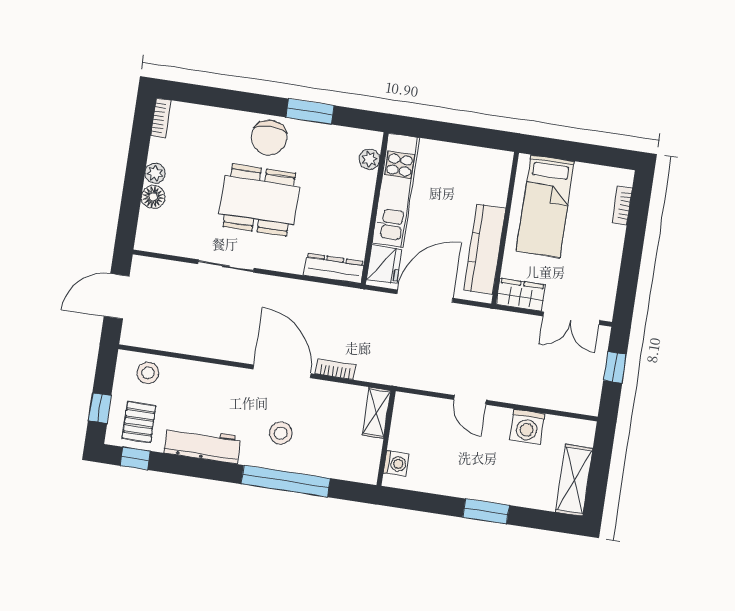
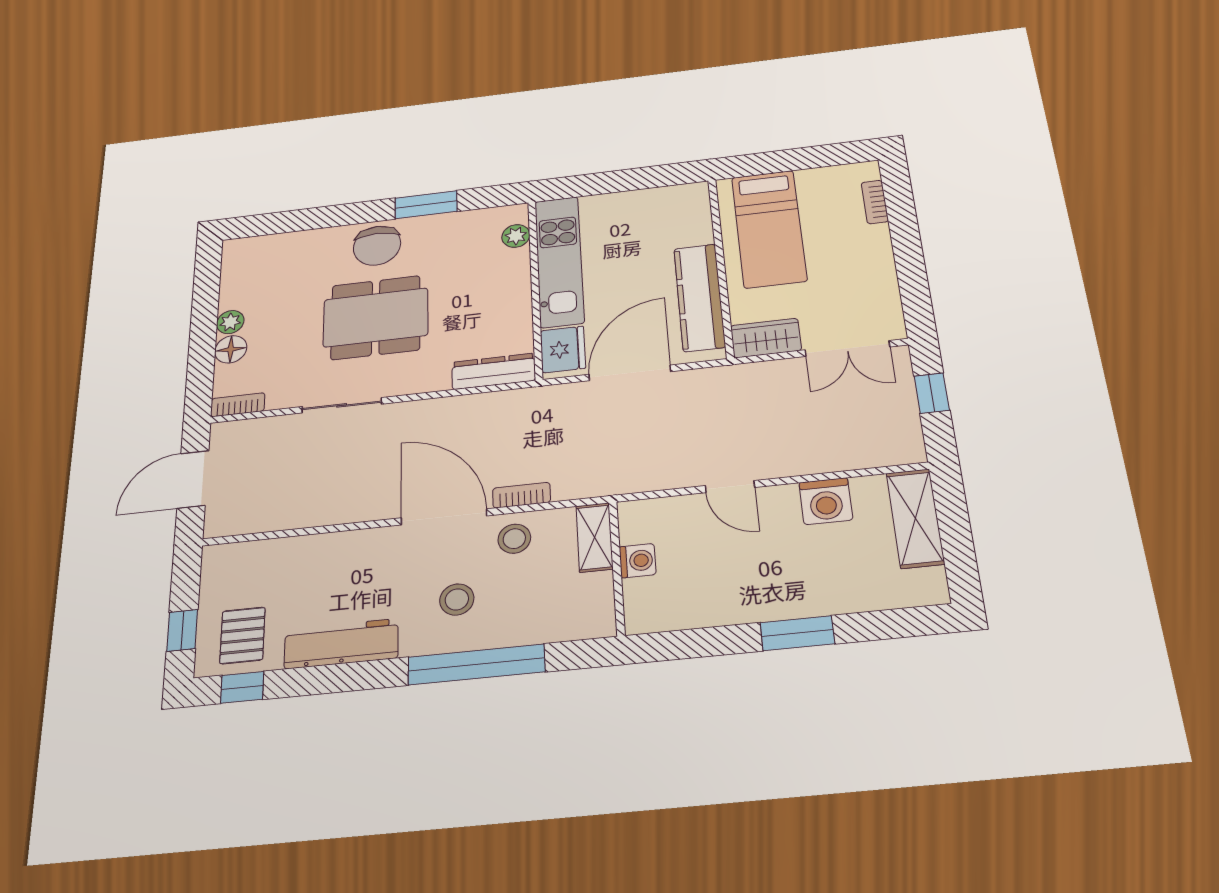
bookcase: (161, 118) -> (238, 405), moved, turned -90
stool: (148, 373) -> (514, 539), moved
washing machine: (396, 464) -> (638, 561), moved
shelving: (574, 480) -> (915, 518), moved

